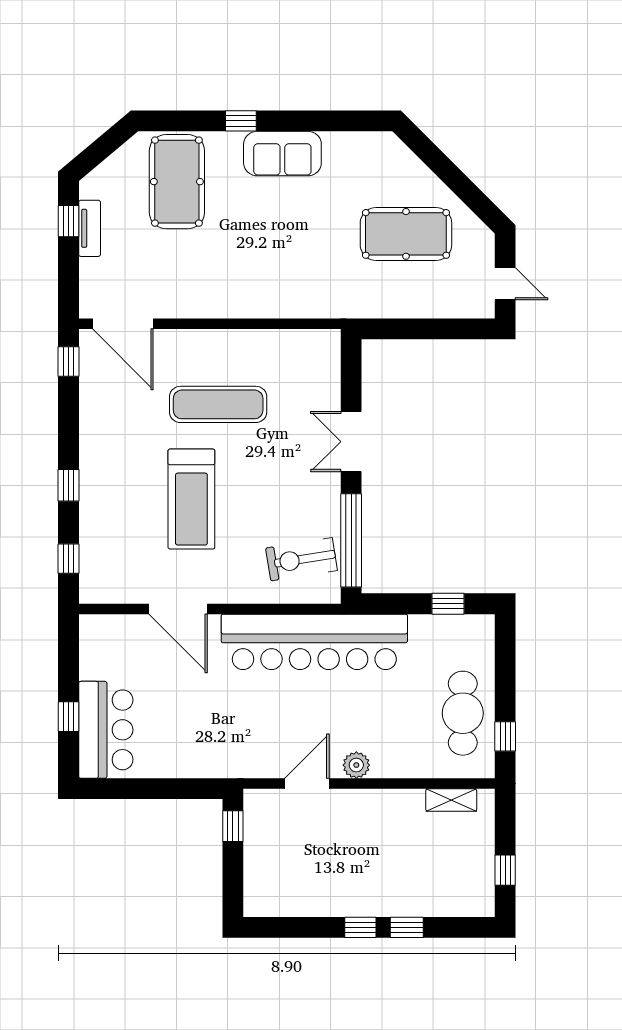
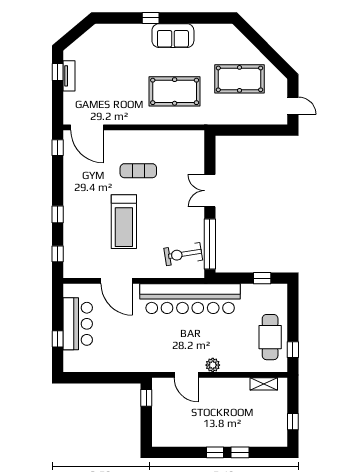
pool table: (177, 182) -> (175, 91), moved, turned 90
exercise mat: (218, 404) -> (138, 171), width x0.73, depth x0.69
bar counter: (106, 730) -> (78, 324), moved
door: (307, 784) -> (186, 375), swing flipped

